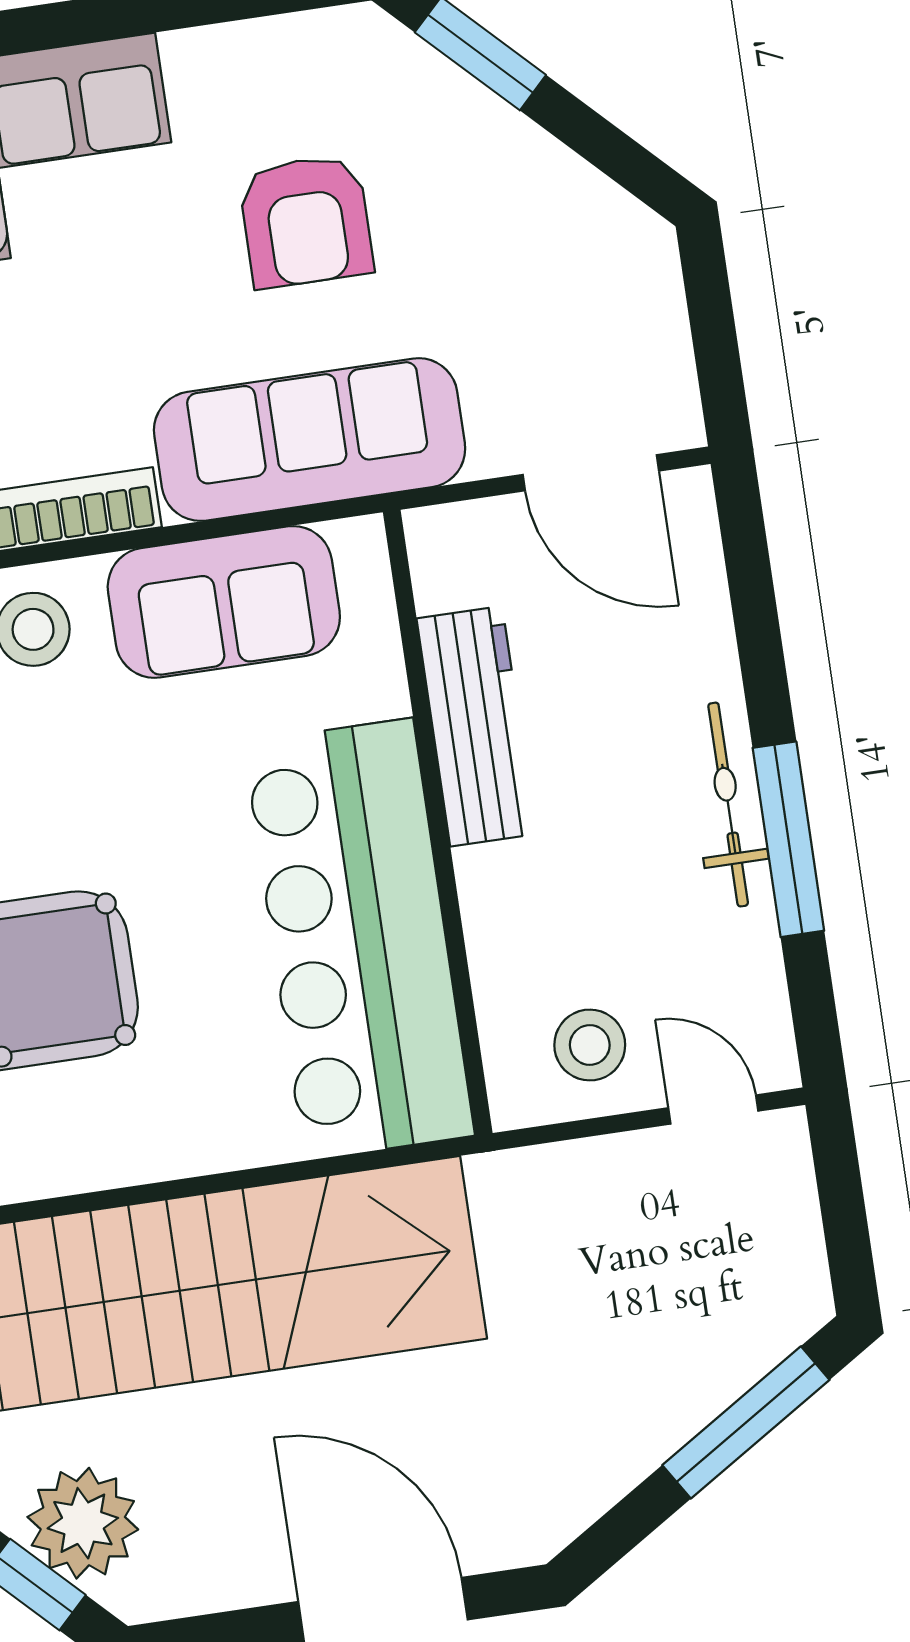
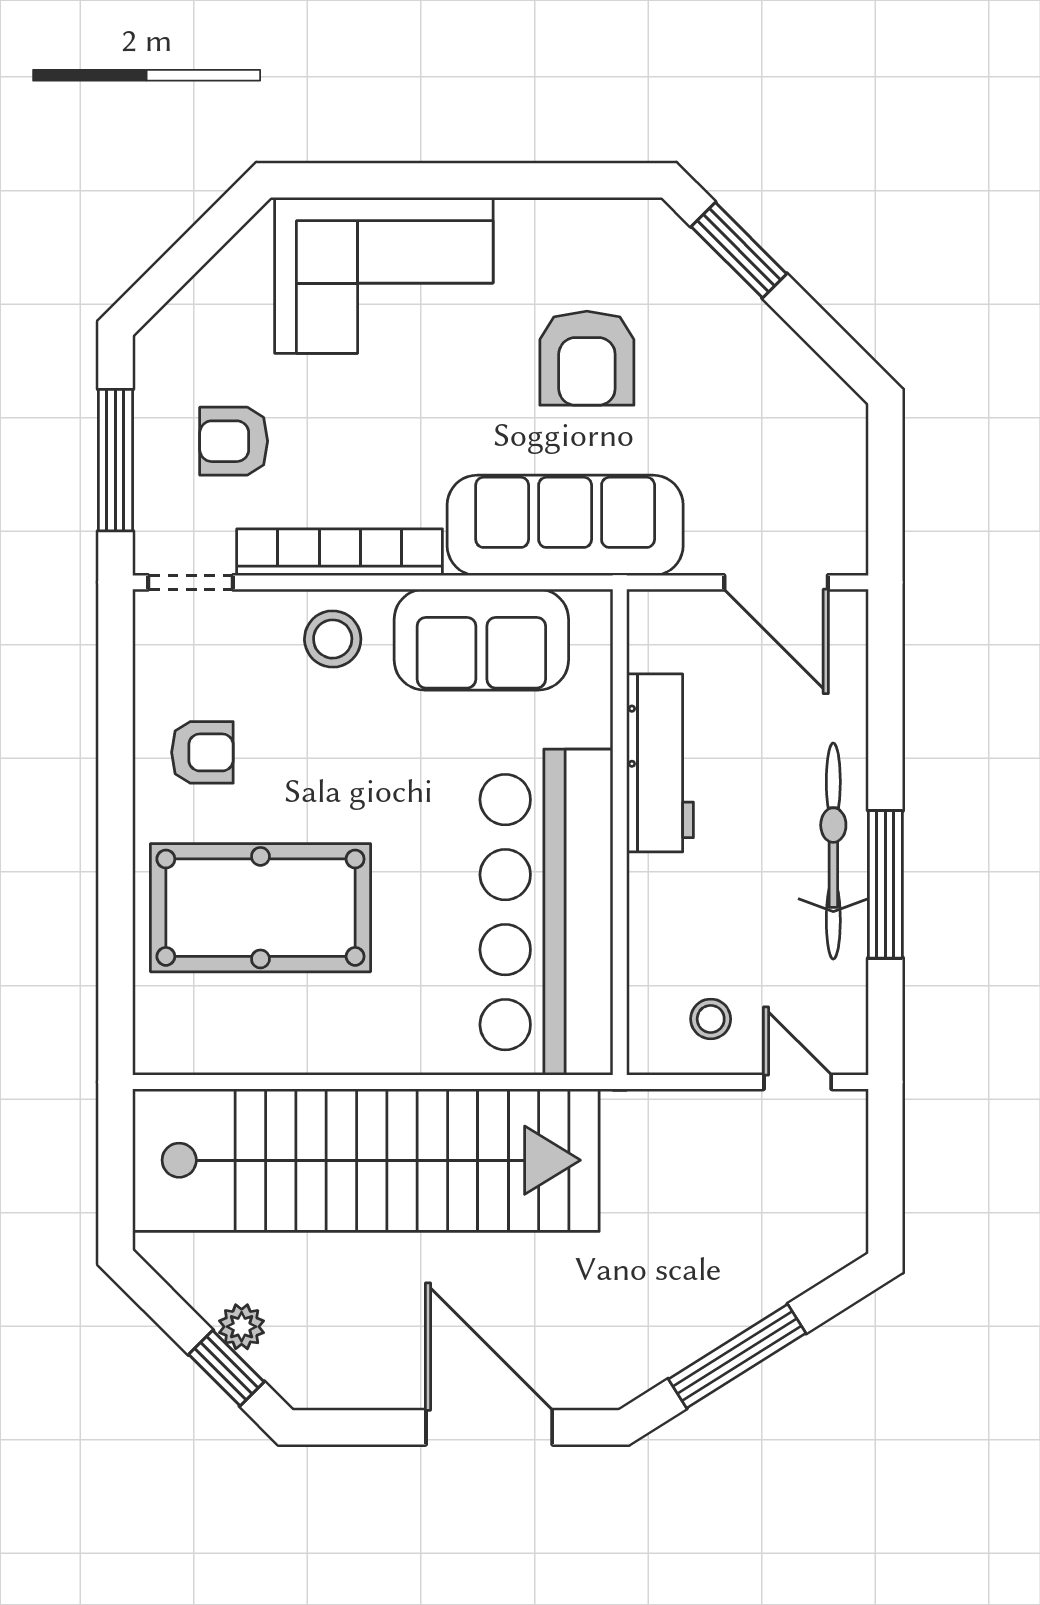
bicycle: (728, 805) -> (833, 851), width x1.37, depth x1.40
stool: (590, 1045) -> (711, 1019), width x0.73, depth x0.73
window: (746, 1422) -> (737, 1356), moved
plant: (83, 1523) -> (242, 1327), width x0.53, depth x0.53

